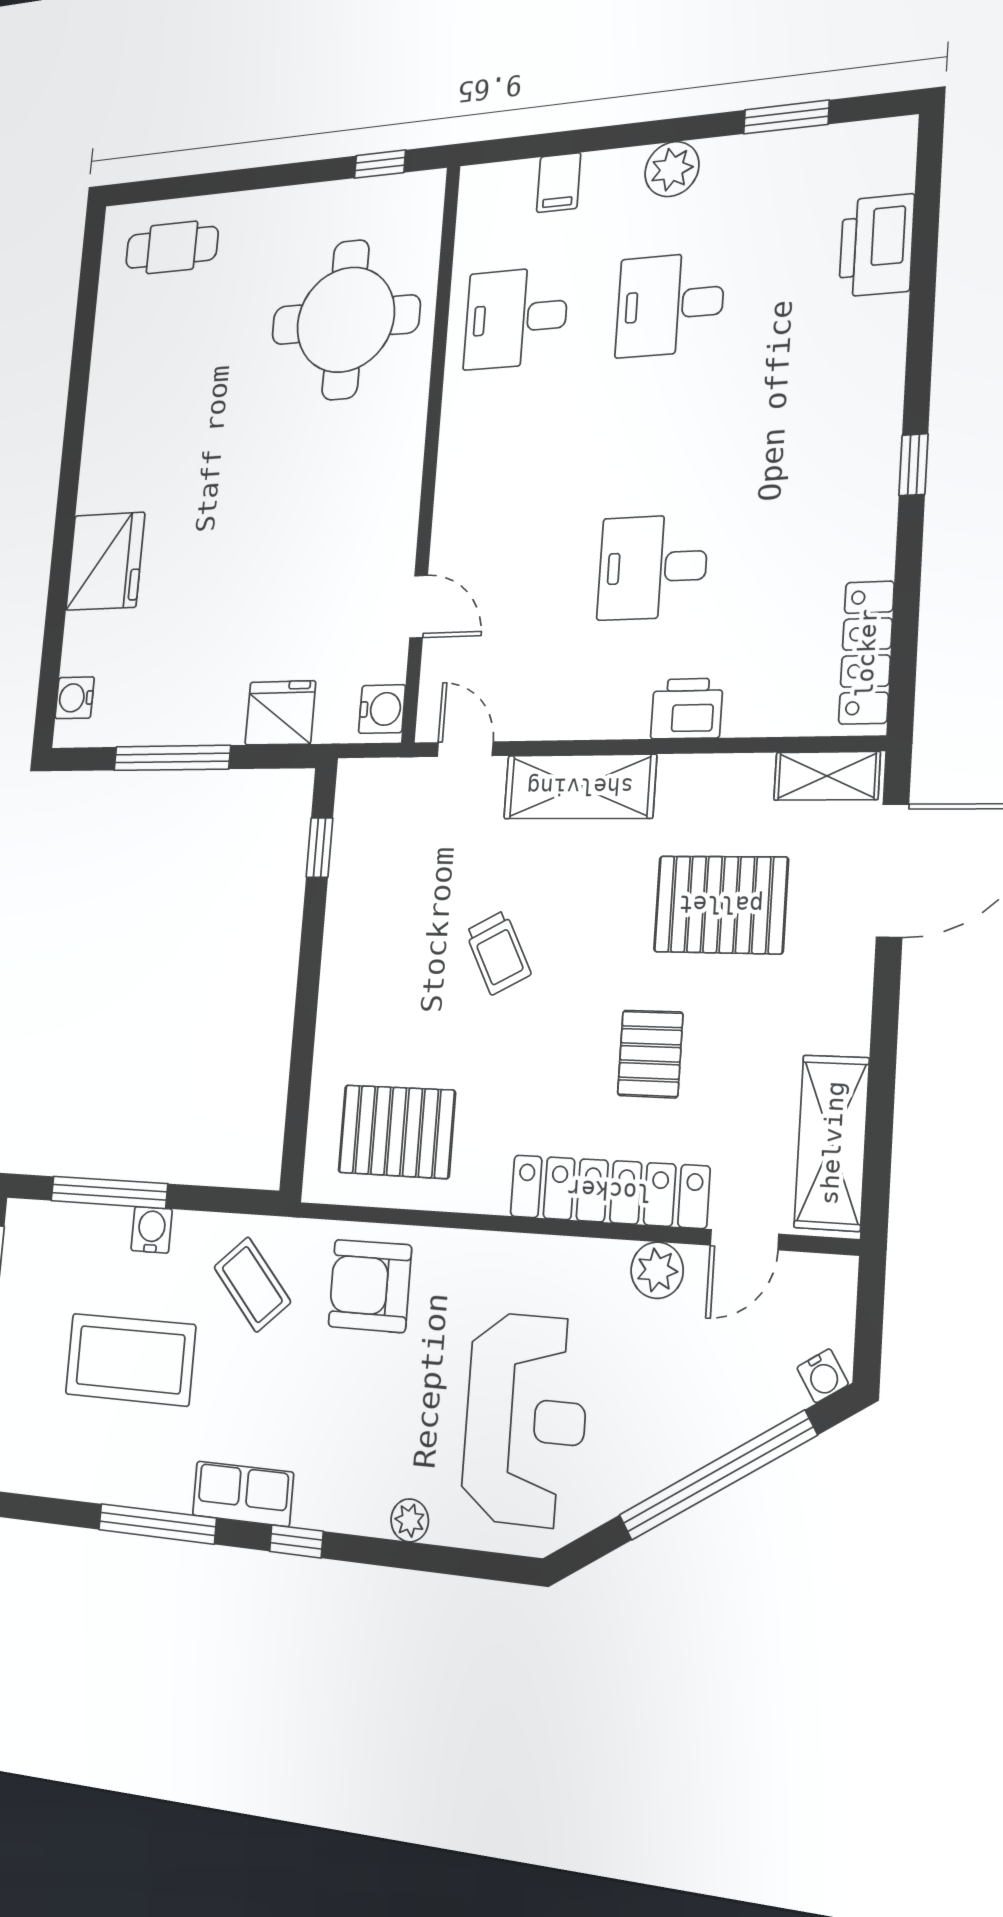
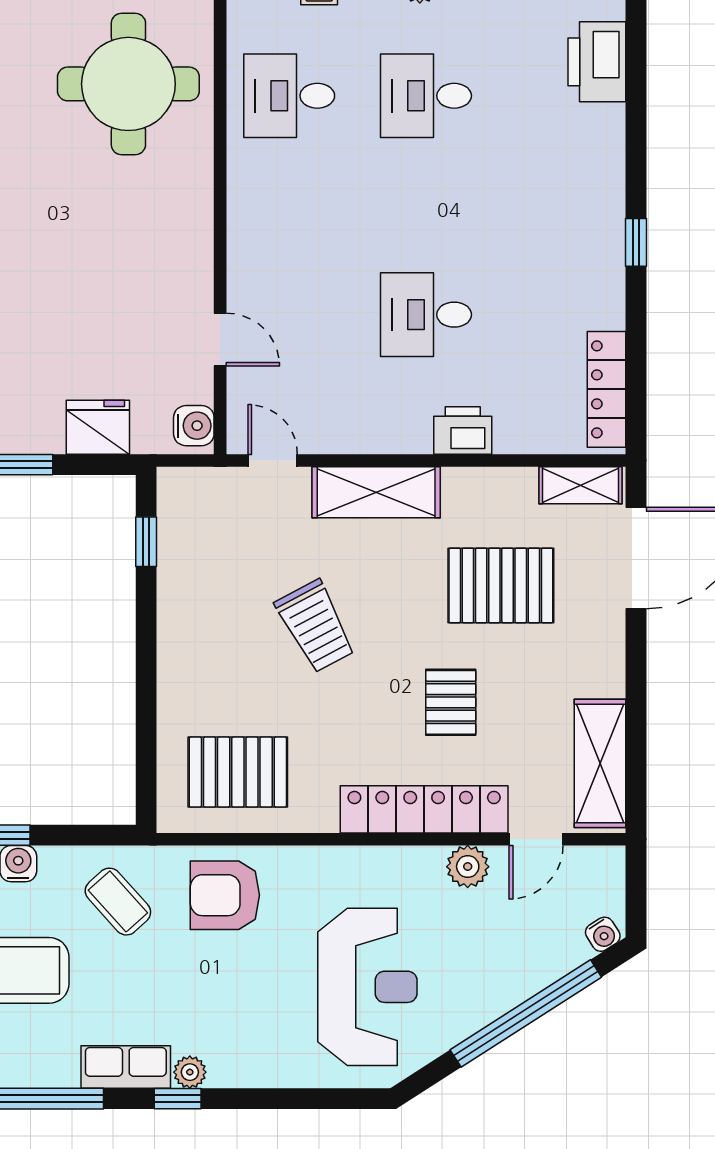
trolley: (498, 953) -> (316, 626), width x1.36, depth x1.39
plant: (410, 1520) -> (190, 1072), moved

